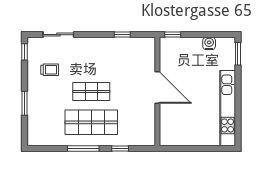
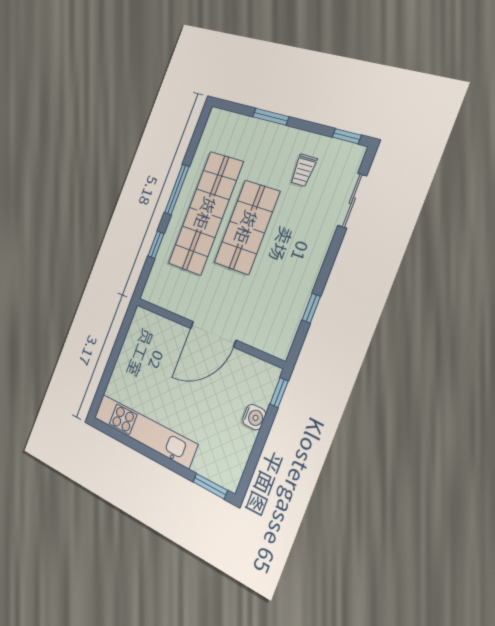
water cooler: (209, 43) -> (254, 417), moved
shop shelf: (91, 92) -> (247, 227), width x1.43, depth x1.36
shop shelf: (91, 122) -> (206, 213), width x1.40

